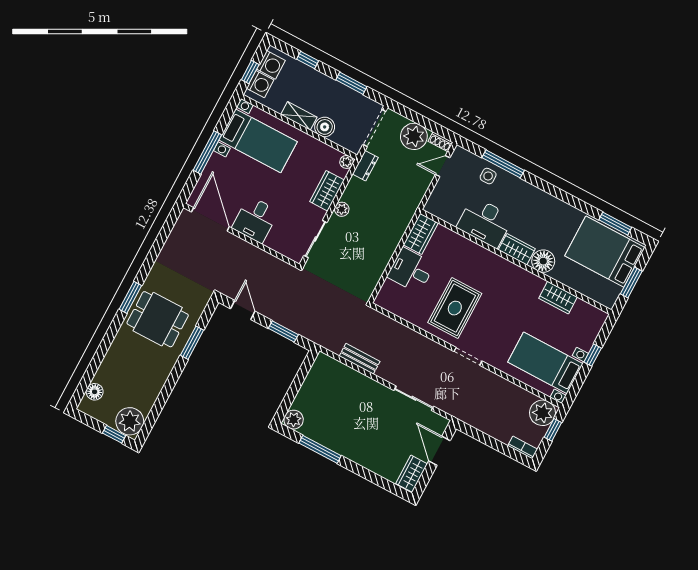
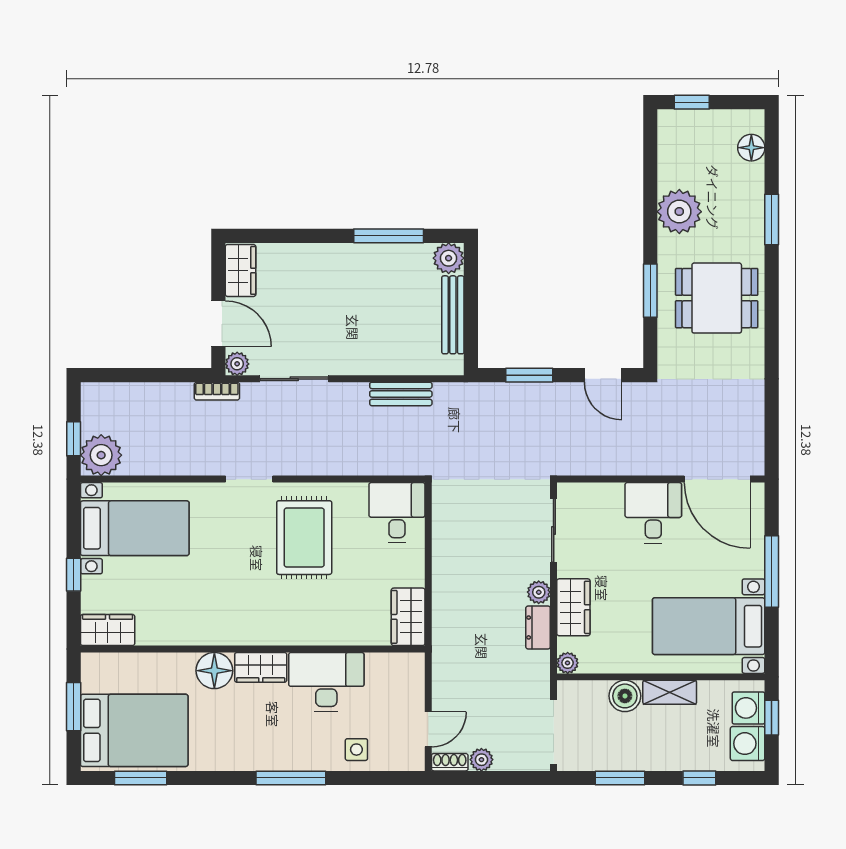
plant: (414, 136) -> (481, 760), width x0.53, depth x0.53
window: (503, 164) -> (291, 778), moved
dresser: (365, 166) -> (538, 627), moved
desk: (411, 270) -> (397, 512), moved, turned -90
window: (130, 297) -> (772, 219), moved
wardrobe: (558, 298) -> (108, 630), moved
bench: (308, 387) -> (453, 315), added
plant: (130, 421) -> (679, 212), moved
plant: (441, 423) -> (237, 364), added
bookcase: (523, 448) -> (217, 391), moved

